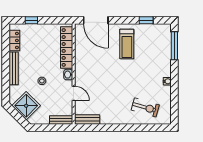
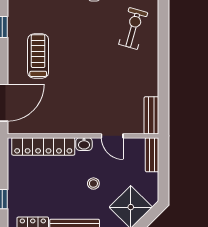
treadmill: (127, 44) -> (38, 56), turned -90
door: (74, 93) -> (112, 136), swing flipped

